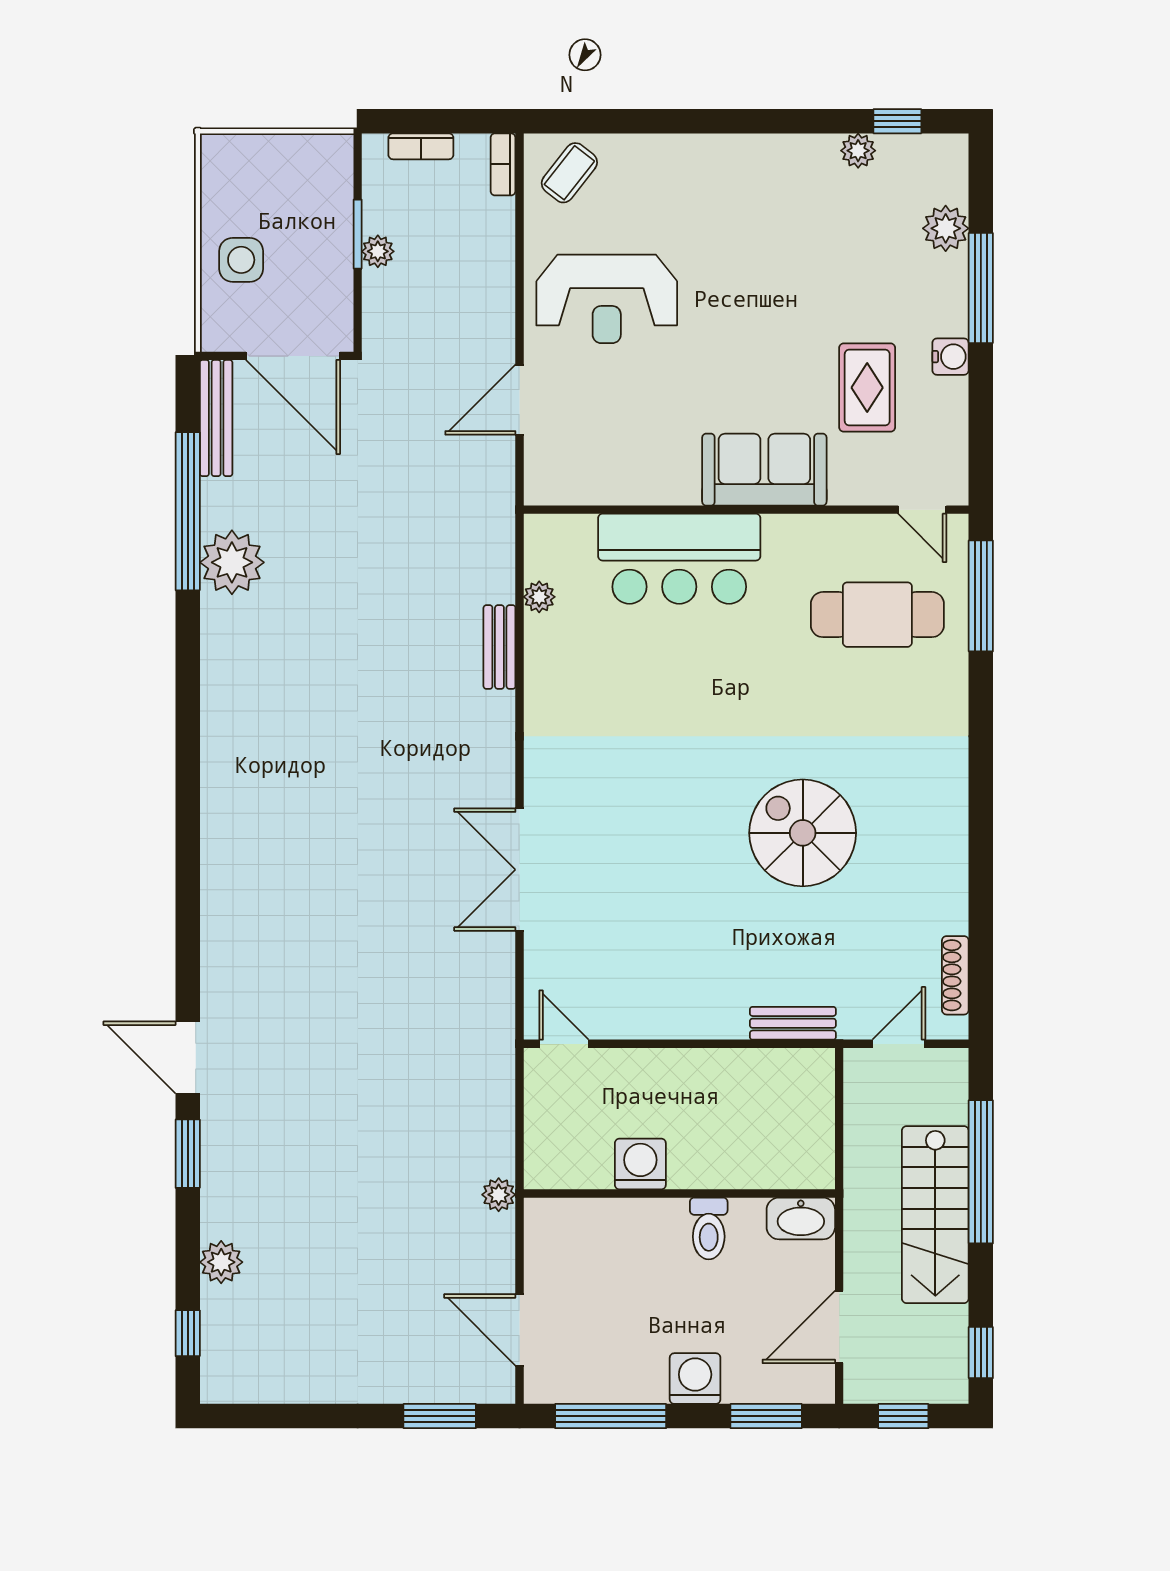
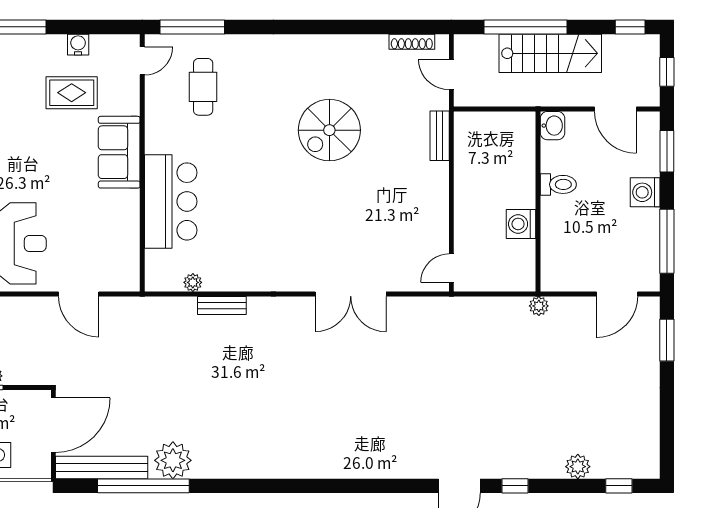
water cooler: (950, 357) -> (78, 45), moved
bench: (216, 418) -> (102, 467), width x1.37, depth x1.21
cafe table: (877, 615) -> (203, 87), width x0.73, depth x0.74
window: (188, 1154) -> (515, 486), width x0.67
washbasin: (801, 1218) -> (553, 126), width x0.72

